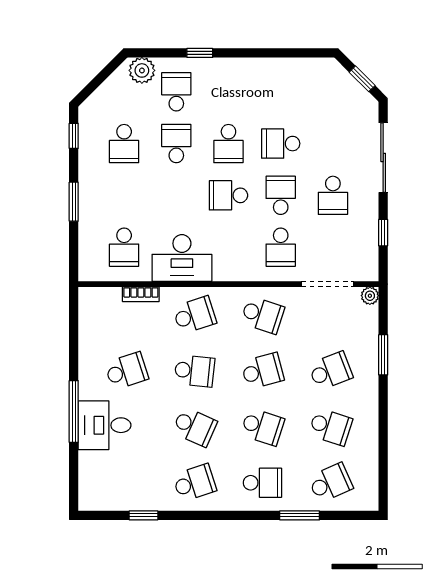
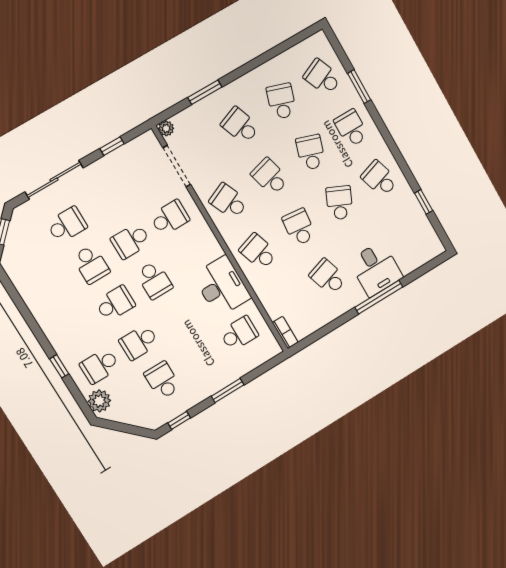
school desk: (124, 144) -> (162, 380), turned -90
school desk: (333, 195) -> (67, 225), moved
bookcase: (141, 294) -> (285, 332), moved
school desk: (262, 315) -> (229, 201), turned -42

